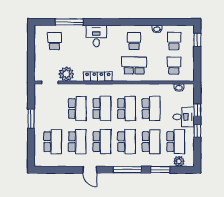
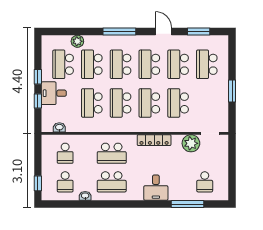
school desk: (134, 41) -> (112, 182), width x1.85
plant: (179, 161) -> (77, 41), moved
window: (160, 170) -> (199, 32), moved

